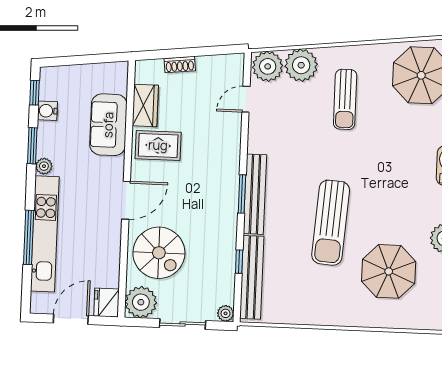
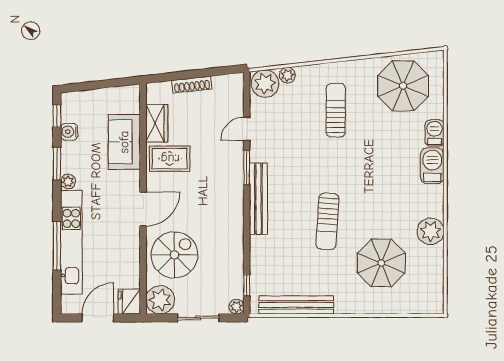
shoe rack: (180, 65) -> (192, 85), width x1.43
plant: (301, 65) -> (287, 75), width x0.53, depth x0.53
door: (246, 99) -> (247, 129), moved
sun lounger: (345, 99) -> (336, 110), turned 180
window: (242, 194) -> (247, 167), moved
sun lounger: (331, 223) -> (327, 221), width x0.73, depth x0.75
spiral stairs: (159, 253) -> (174, 255), turned -90
window: (239, 262) -> (247, 285), moved
bench: (252, 277) -> (296, 305), moved, turned 90

